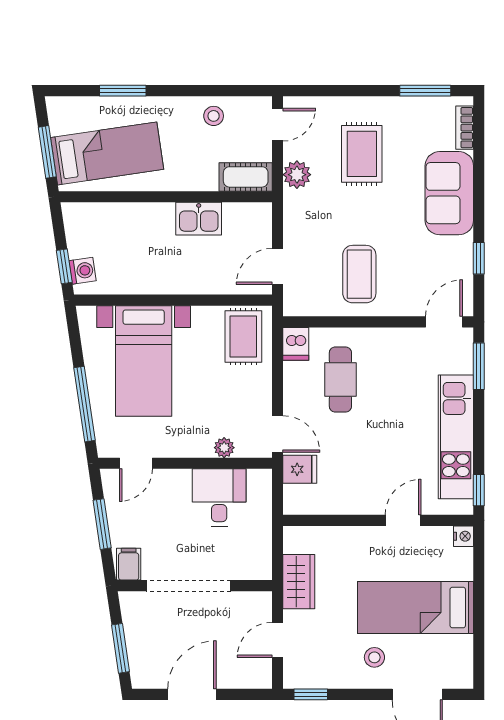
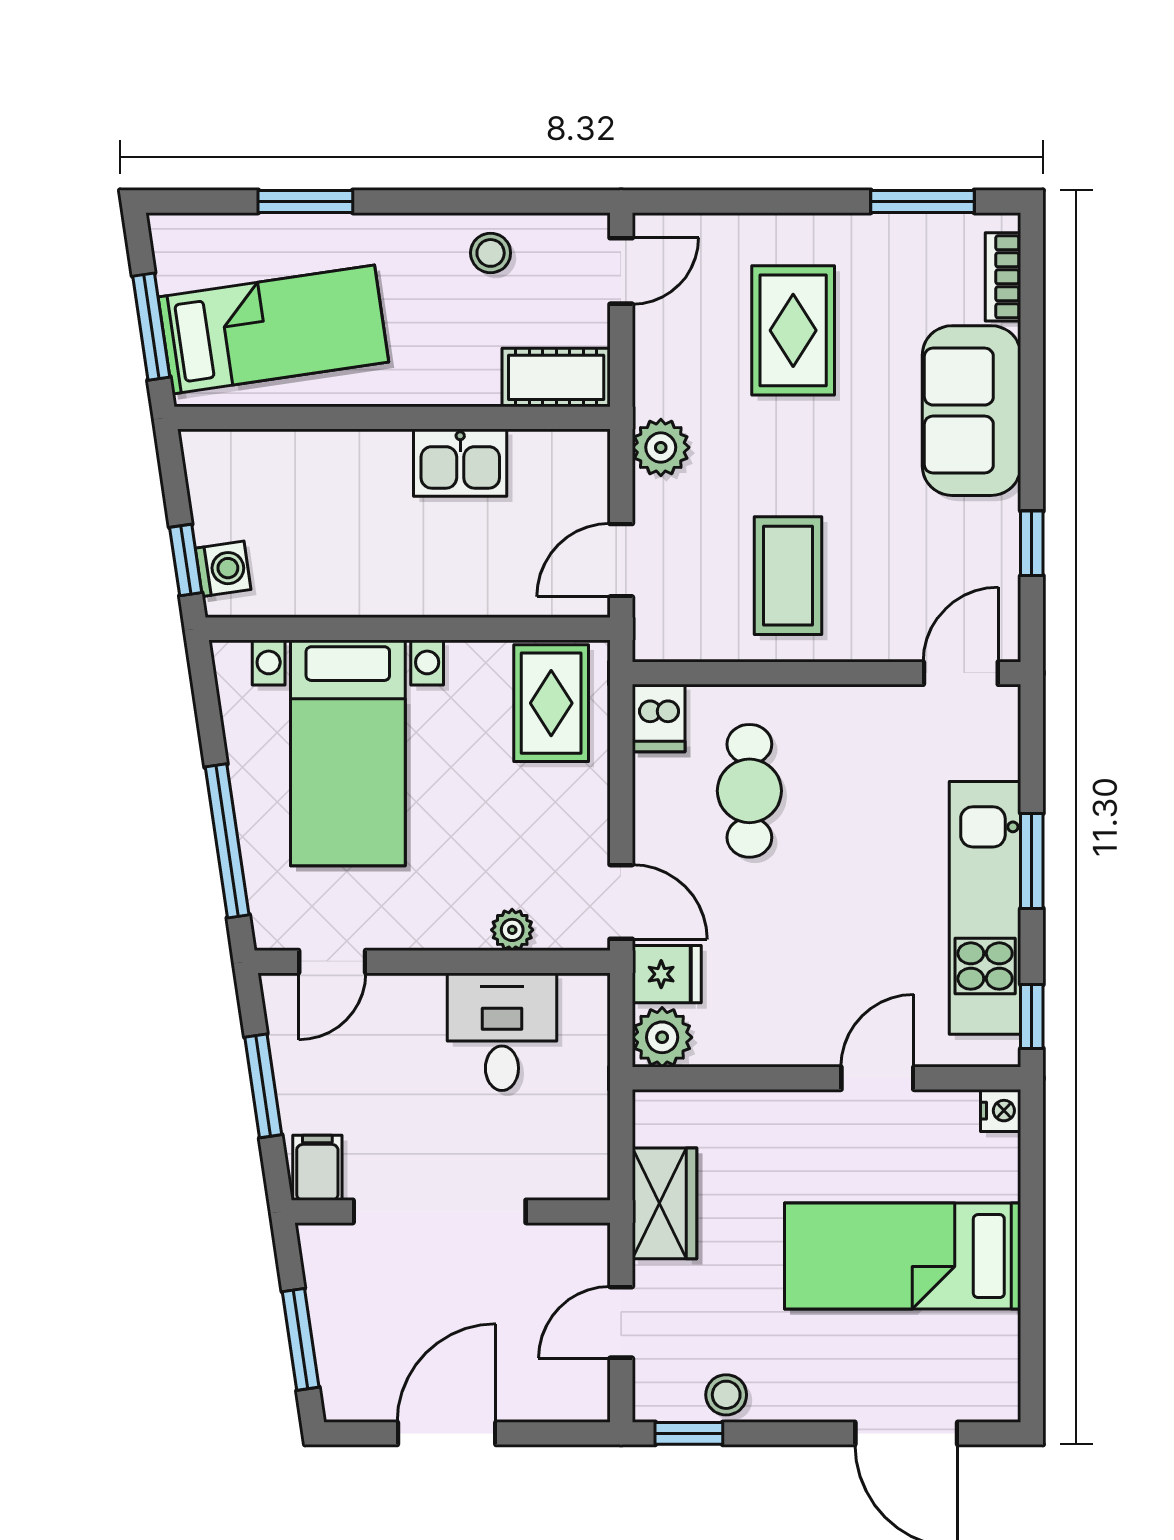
plant: (297, 175) -> (661, 447), moved
window: (479, 366) -> (1032, 861), moved
plant: (298, 500) -> (662, 1037), added
stool: (374, 657) -> (726, 1395), moved

